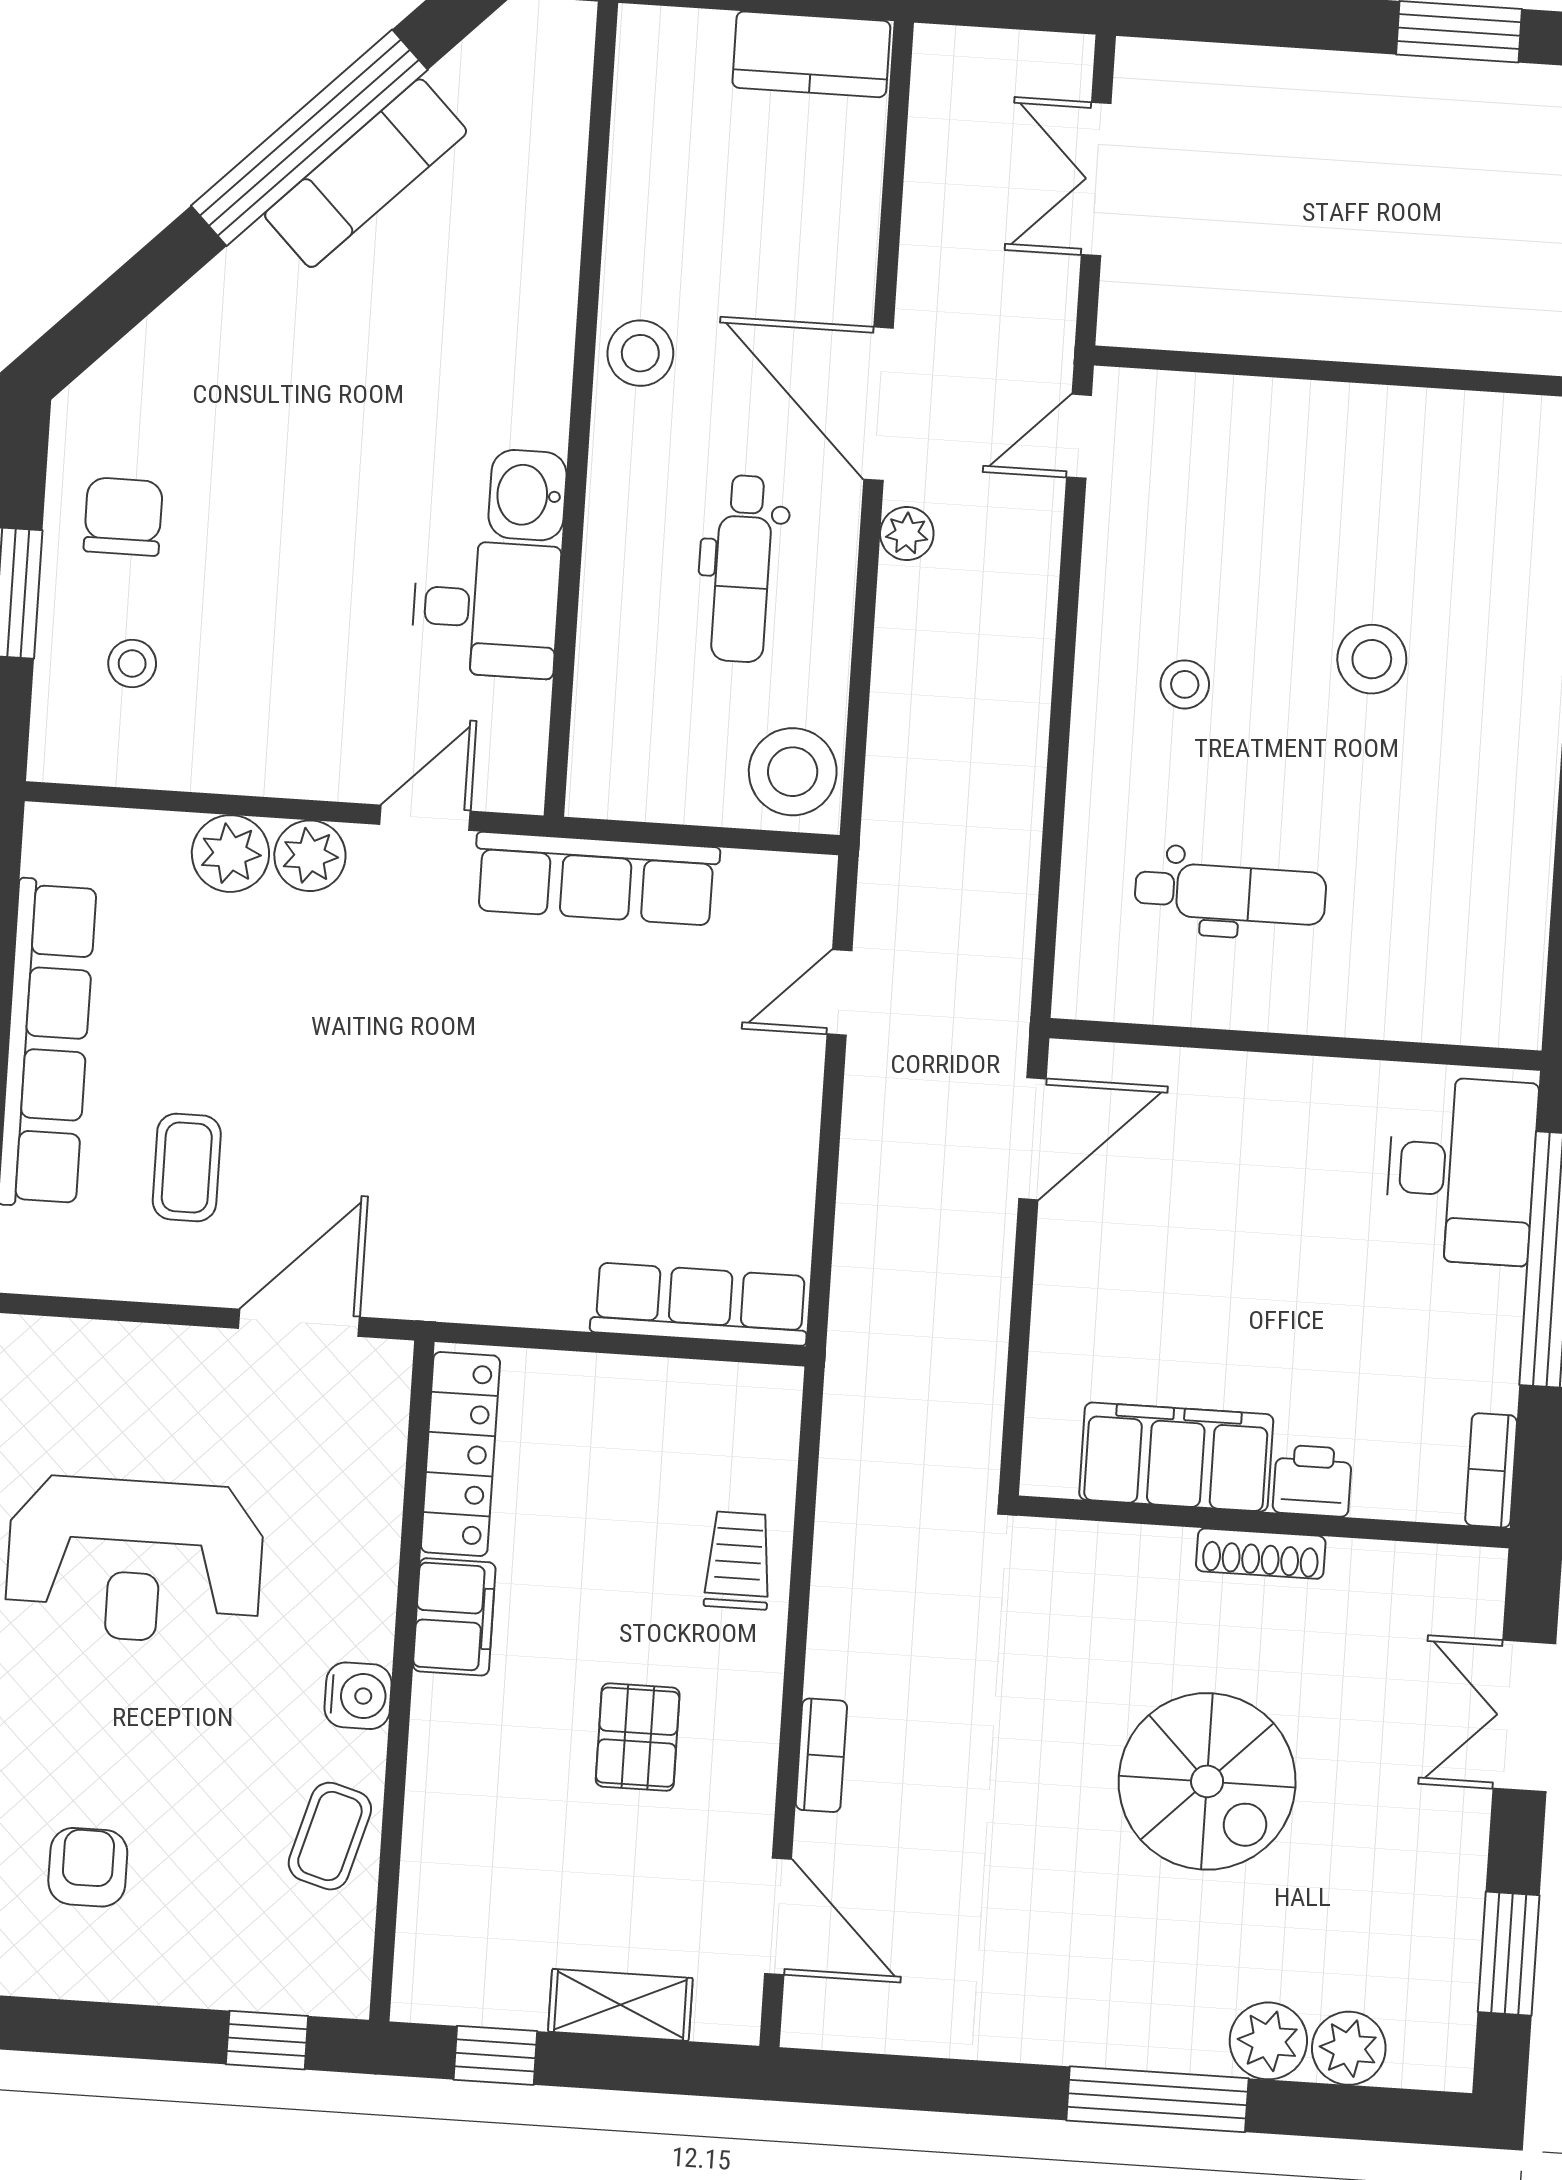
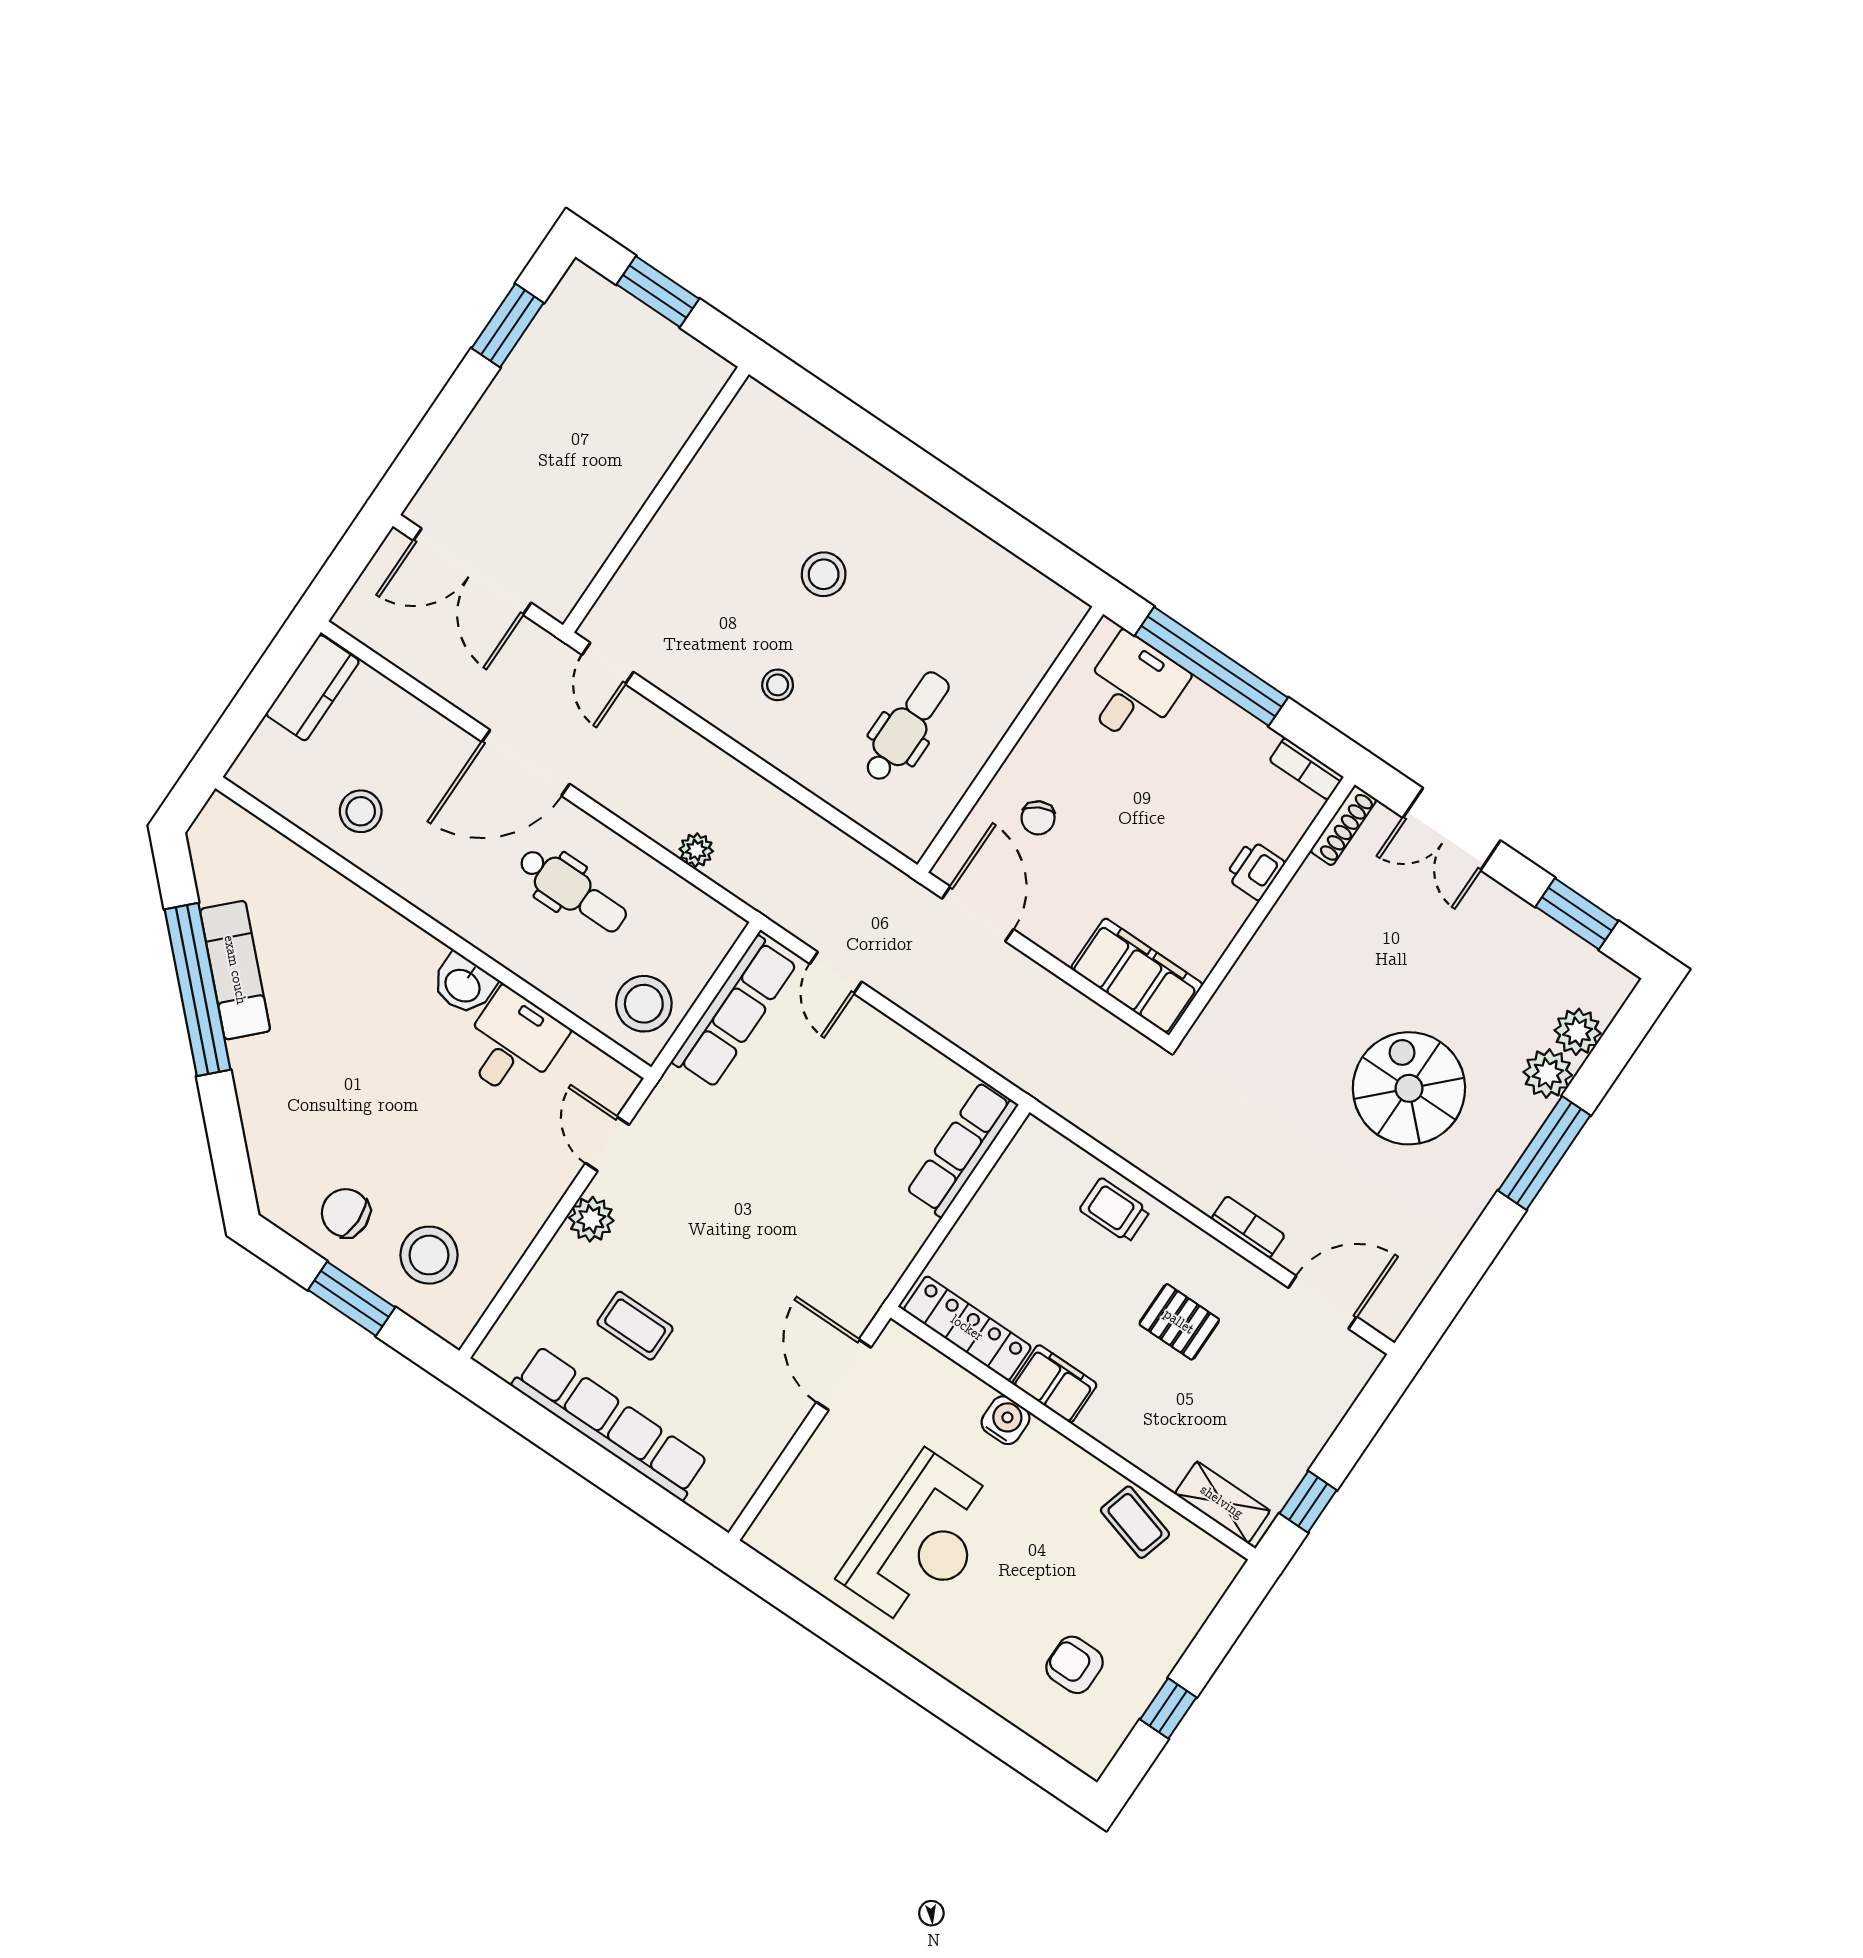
double door: (1096, 179) -> (472, 572), width x1.37
stool: (640, 353) -> (361, 811), moved
plant: (907, 533) -> (696, 850), moved
stool: (132, 663) -> (429, 1255), width x1.89, depth x1.89
stool: (793, 772) -> (644, 1004), moved
plant: (230, 854) -> (565, 1262), removed
row of seats: (596, 879) -> (735, 1012), moved
chair: (1211, 1144) -> (1038, 818), added
coffee table: (187, 1167) -> (635, 1326), moved
desk: (1461, 1170) -> (1132, 689), width x0.73
filing cabinet: (1176, 1457) -> (1137, 976), moved, turned 90
shoe rack: (1261, 1554) -> (1343, 825), moved
water cooler: (358, 1696) -> (1006, 1420), moved
spiral stairs: (1207, 1781) -> (1409, 1088), moved, turned -90
shelving: (620, 2005) -> (1222, 1502), moved, turned 90
window: (267, 2040) -> (1168, 1708), moved

